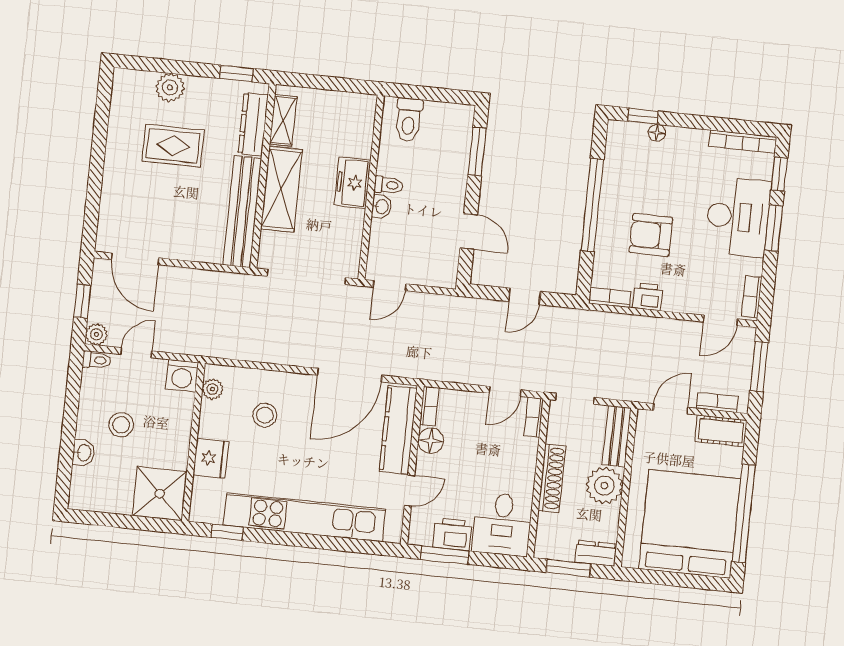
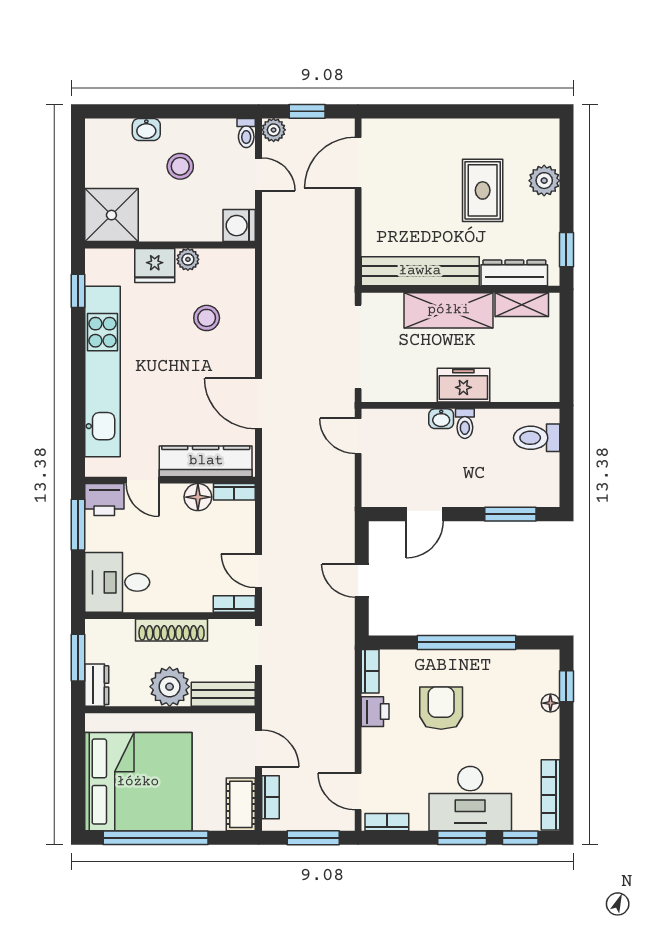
door: (350, 375) -> (259, 404), width x0.73
plant: (212, 389) -> (188, 259), moved
printer: (452, 534) -> (104, 500), moved, turned 90

